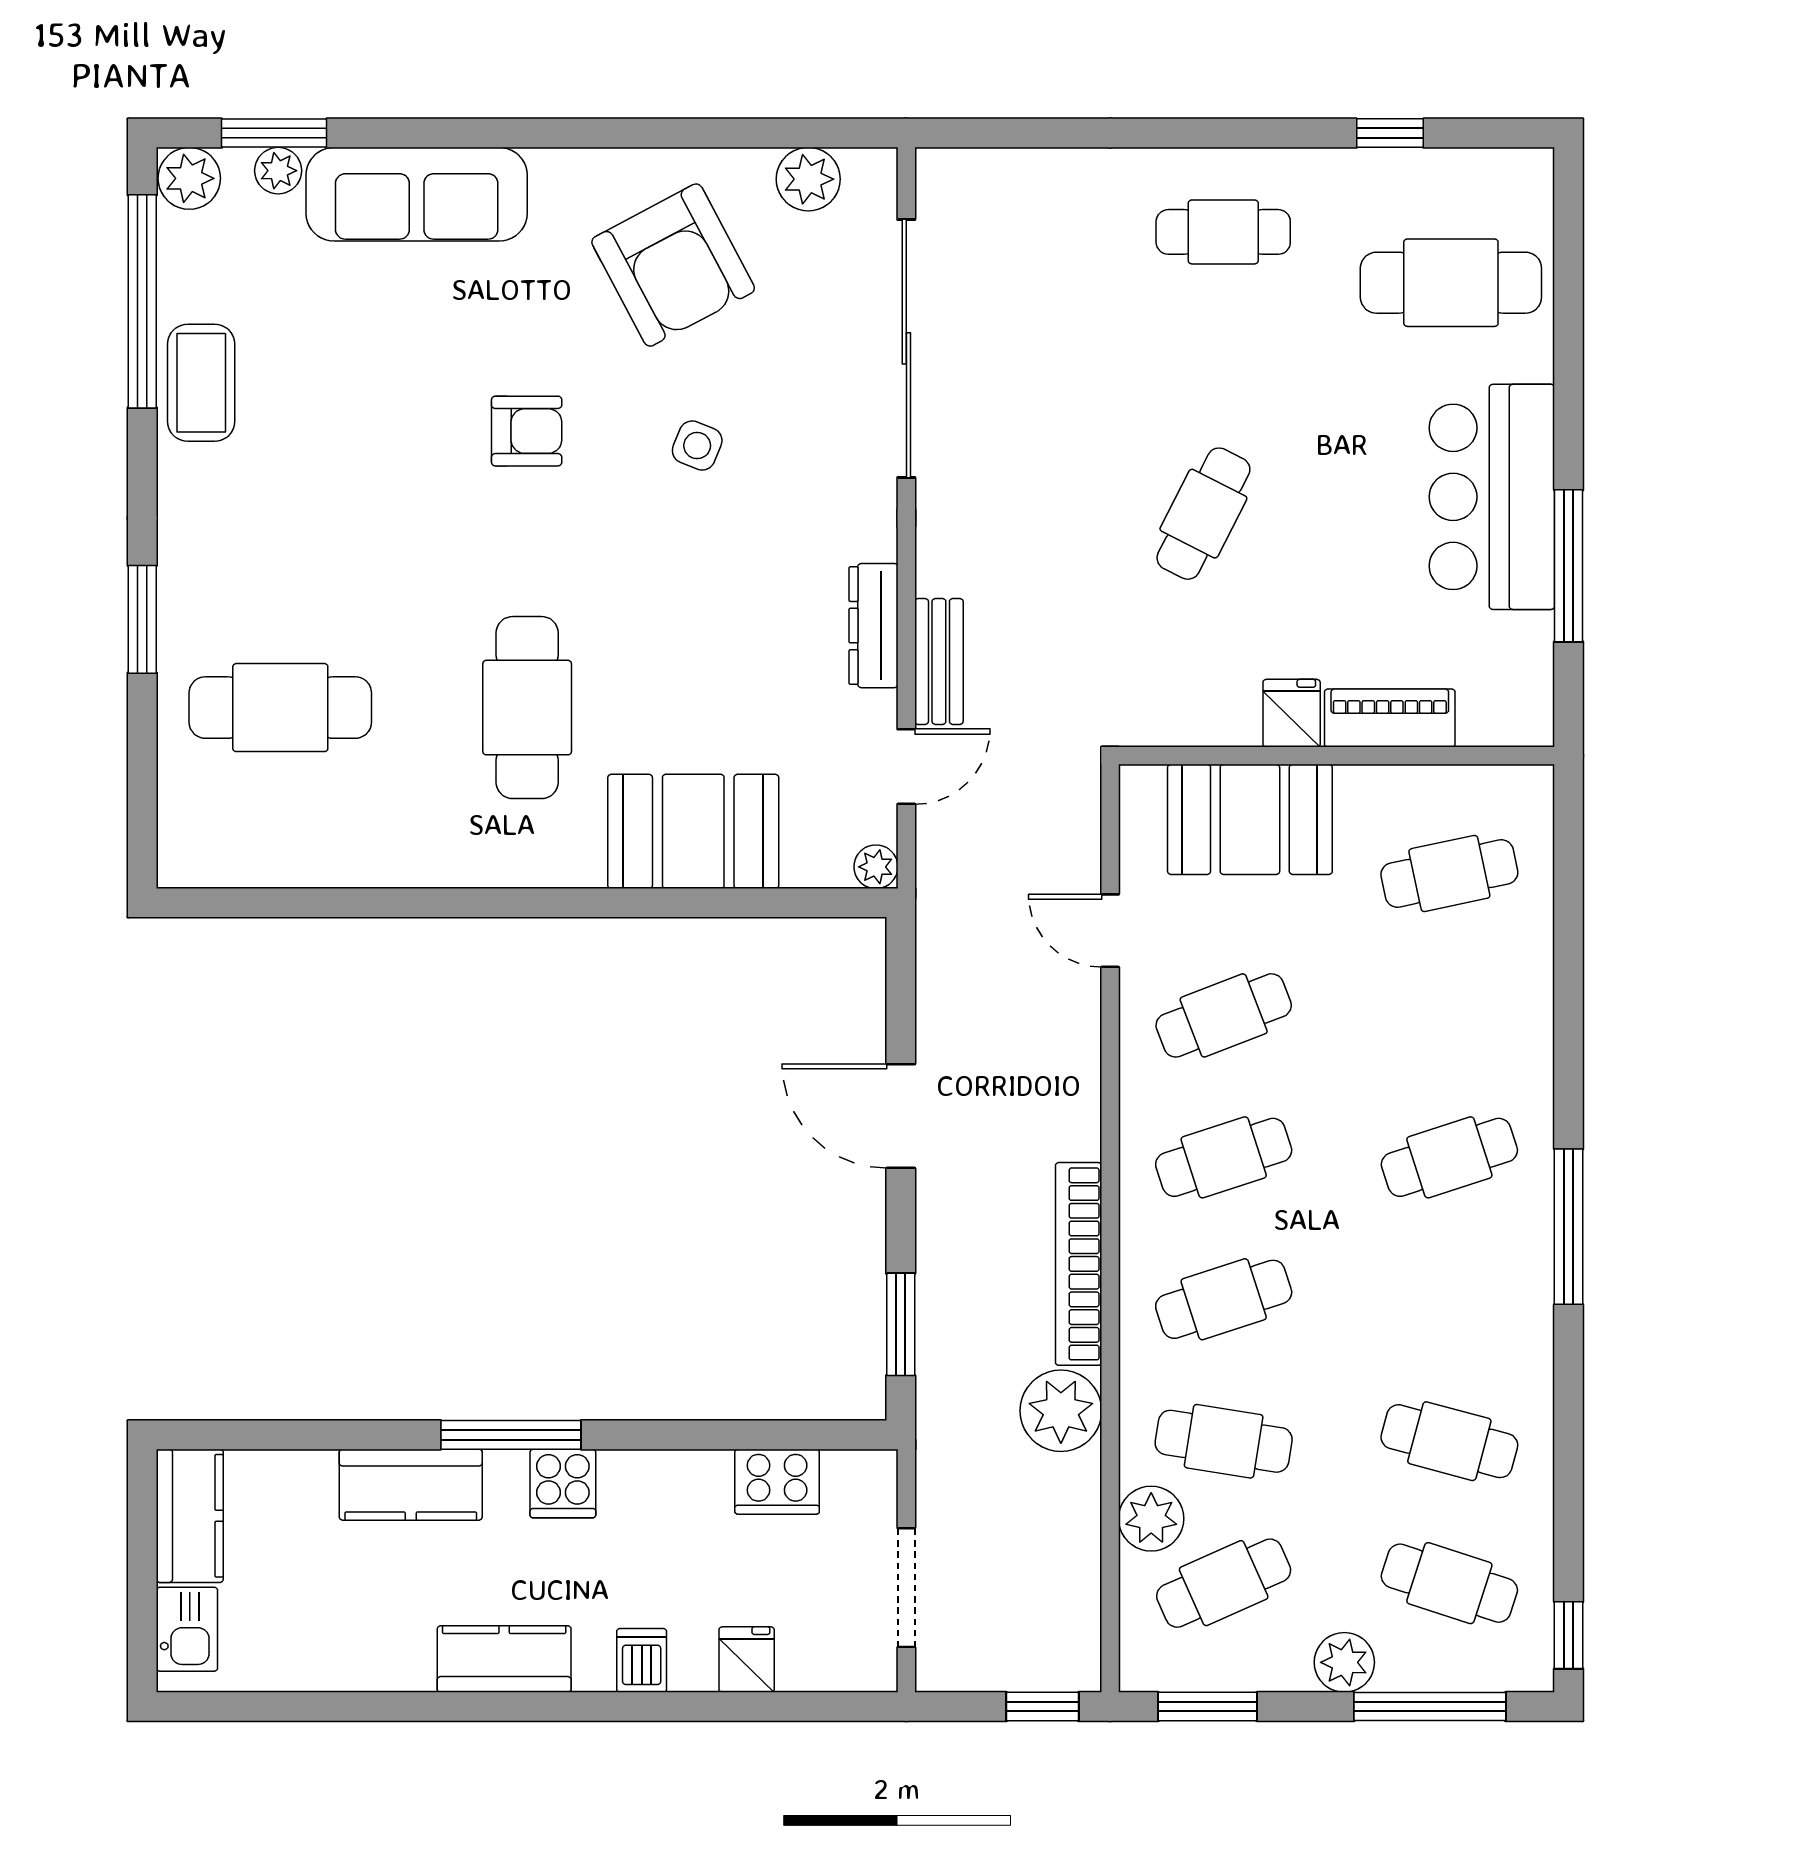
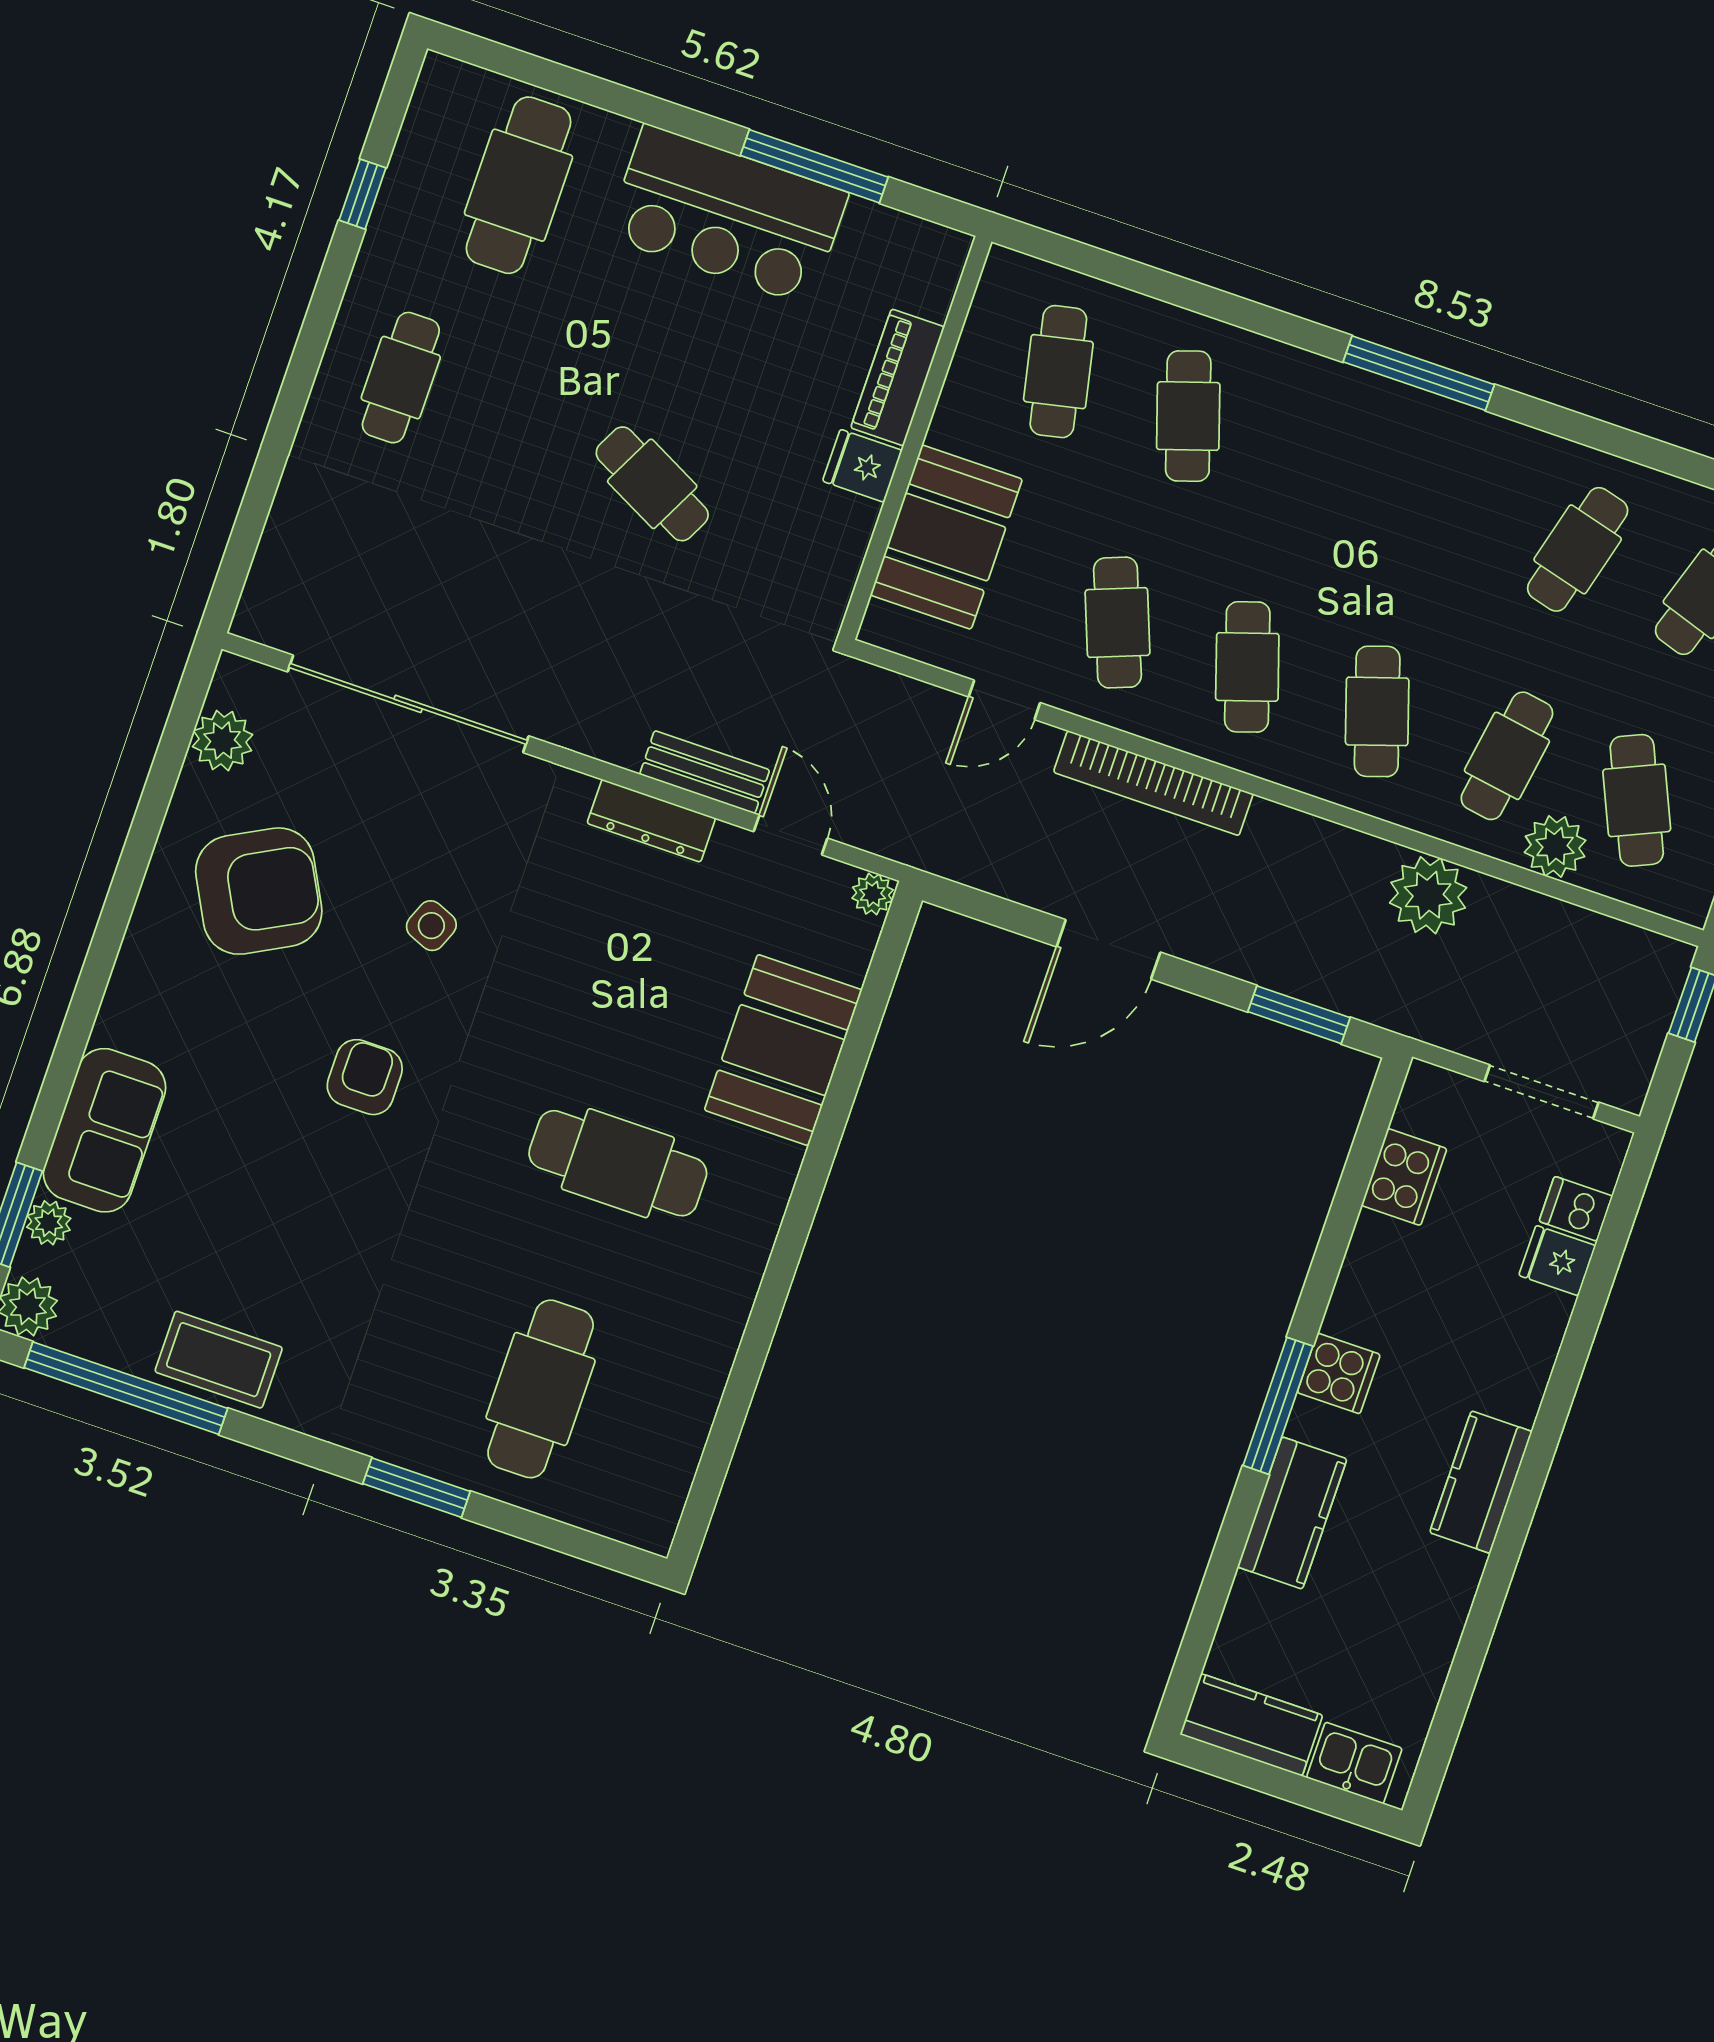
sofa: (417, 194) -> (105, 1130), width x0.73
cafe table: (1449, 1157) -> (1188, 416), moved
bookcase: (1079, 1264) -> (1153, 783), moved
dishwasher: (642, 1660) -> (1576, 1209), moved

